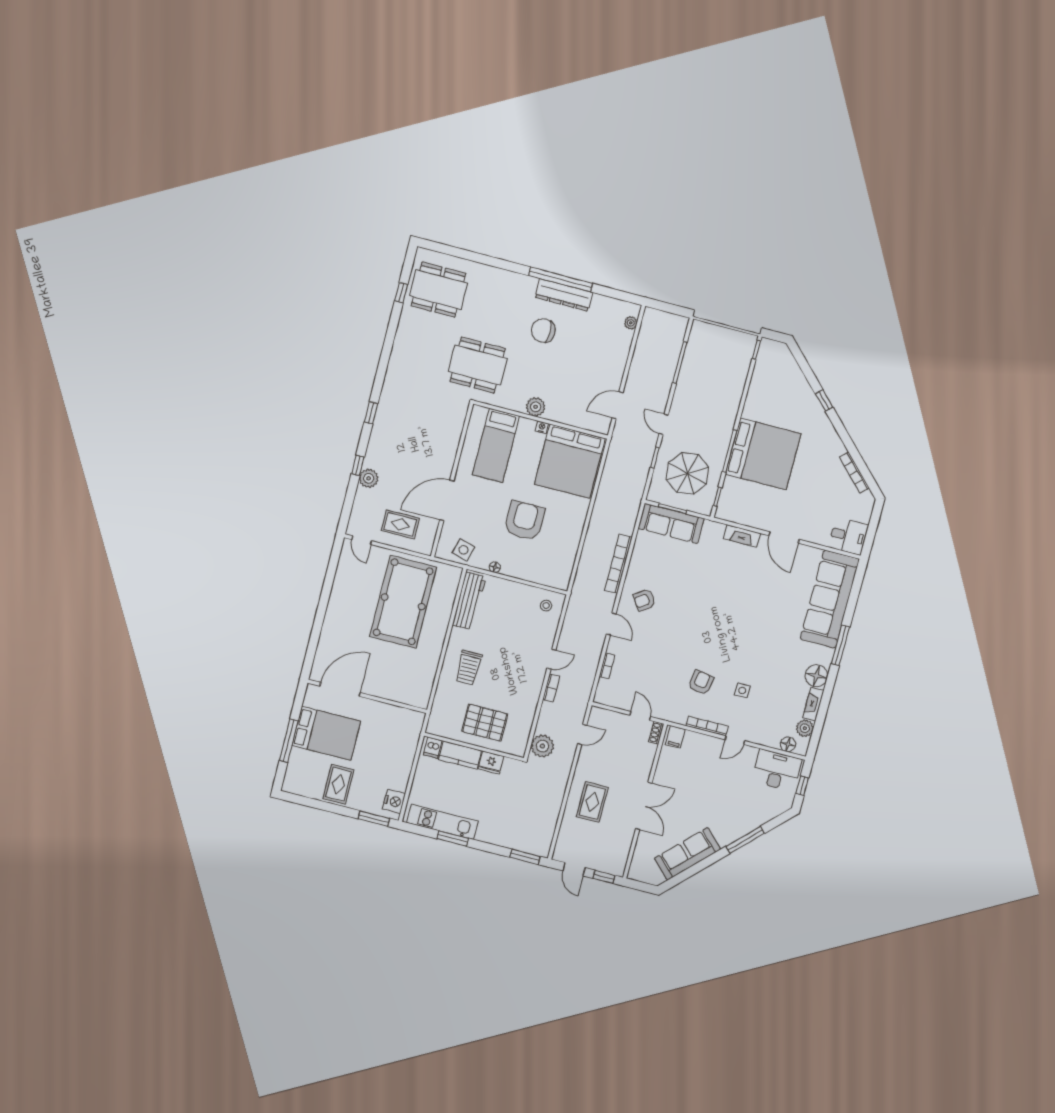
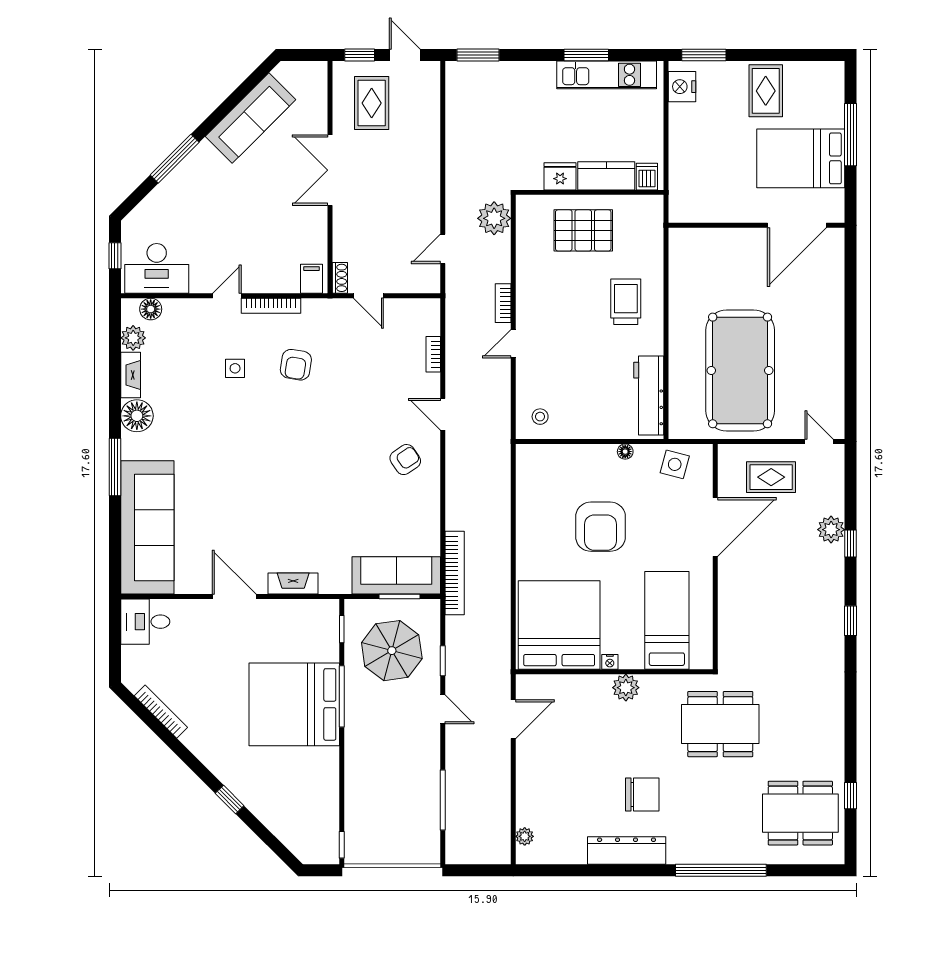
window: (561, 279) -> (721, 870), moved
bookcase: (618, 564) -> (455, 573), moved
rug: (592, 802) -> (372, 103), moved

